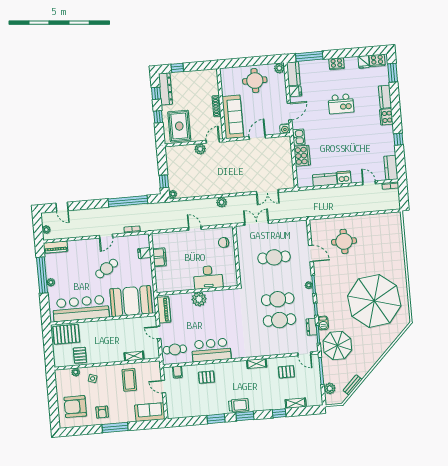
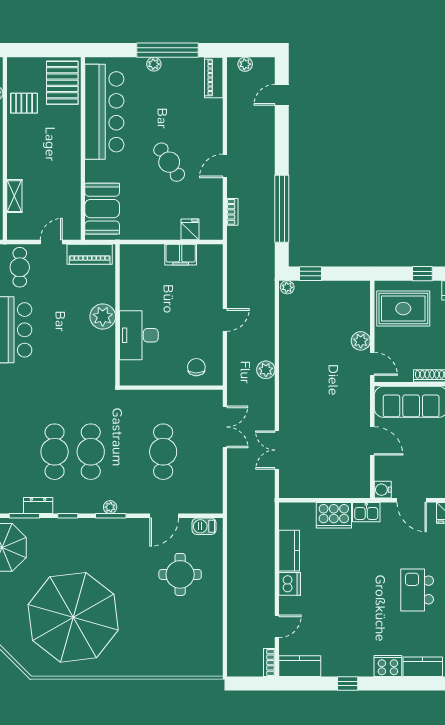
door: (106, 236) -> (225, 166), hinge flipped
booth: (131, 301) -> (102, 209), width x0.73, depth x0.70
barbecue: (323, 323) -> (204, 526), moved

